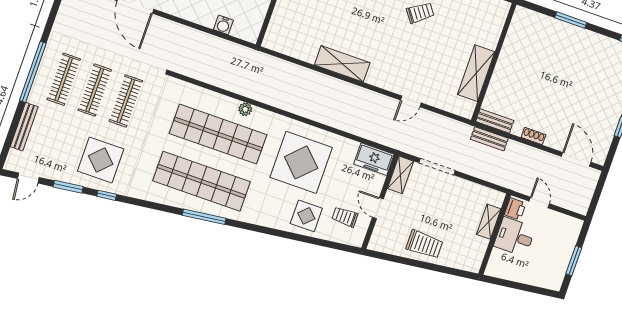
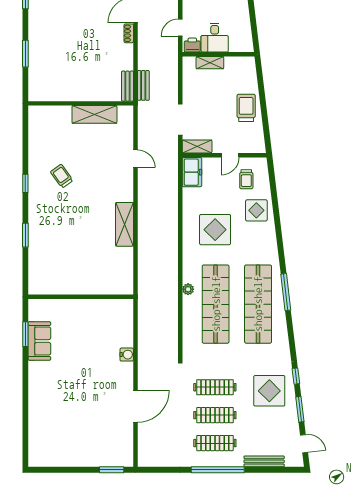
water cooler: (223, 25) -> (127, 355), moved
shoe rack: (533, 136) -> (129, 33), moved
display table: (301, 162) -> (215, 230), width x0.73, depth x0.73

